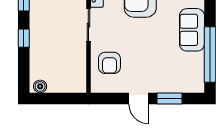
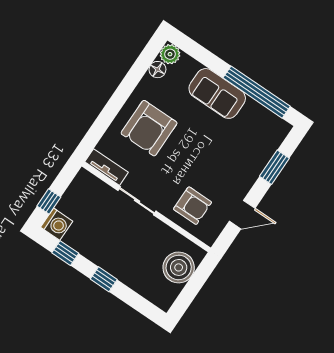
boiler: (40, 86) -> (179, 267), moved, width x1.86, depth x1.86
door: (139, 99) -> (242, 215), moved

